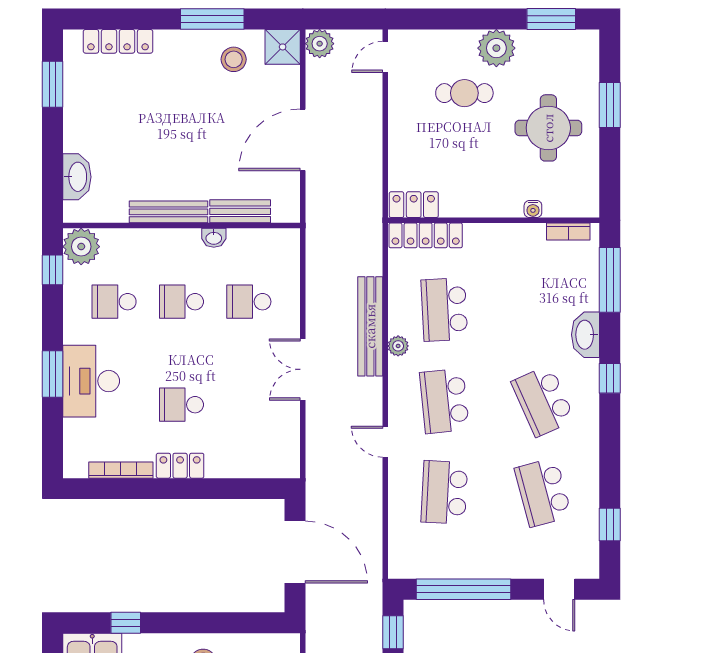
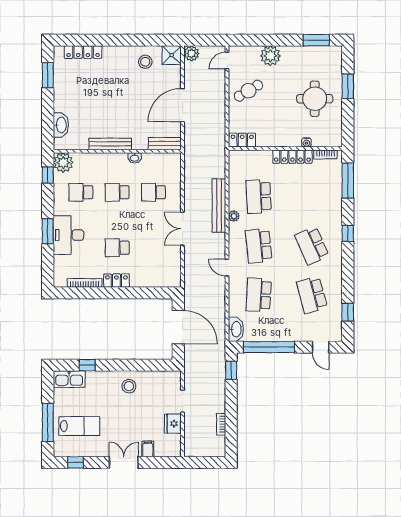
window: (212, 19) -> (134, 40), removed
plant: (496, 48) -> (270, 56), moved
cafe table: (464, 93) -> (248, 91), moved, turned -31
bench: (240, 211) -> (165, 144), moved
locker: (426, 235) -> (292, 157), moved
washbasin: (585, 335) -> (236, 329), moved, turned 180

